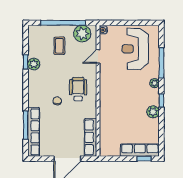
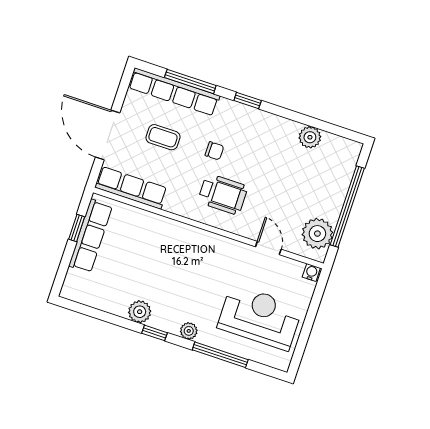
coffee table: (59, 46) -> (163, 137), moved
window: (26, 62) -> (248, 101), moved
plant: (34, 64) -> (310, 137), moved
row of seats: (140, 150) -> (91, 236), moved
window: (144, 159) -> (77, 228), moved

